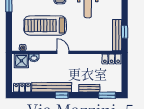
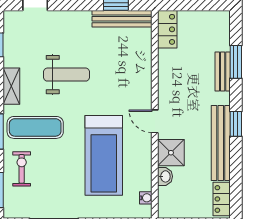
door: (63, 52) -> (155, 121), hinge flipped
shower: (21, 61) -> (171, 153), moved
window: (107, 95) -> (236, 62), moved

